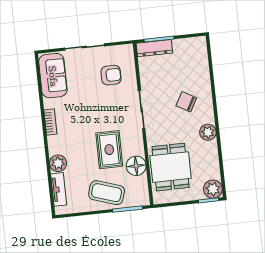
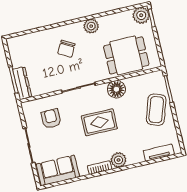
rug: (109, 150) -> (99, 122), moved
plant: (58, 163) -> (119, 160), moved
floor lamp: (136, 166) -> (116, 89), moved

